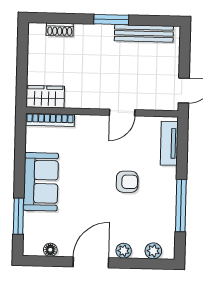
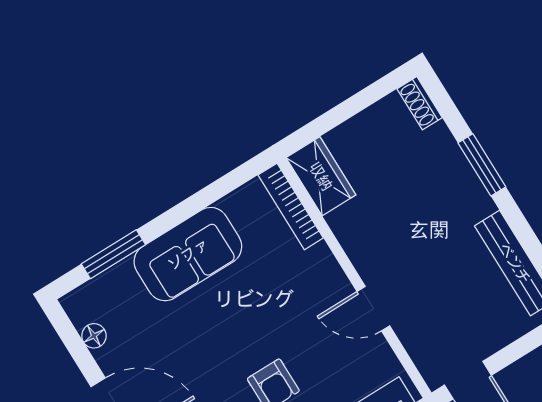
window: (111, 20) -> (482, 165), moved
shoe rack: (60, 30) -> (420, 103), moved

